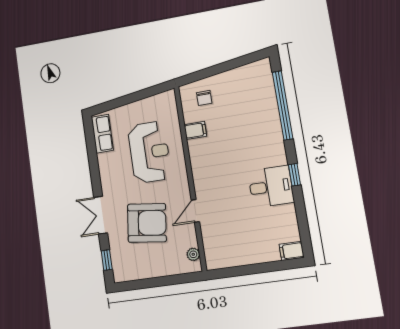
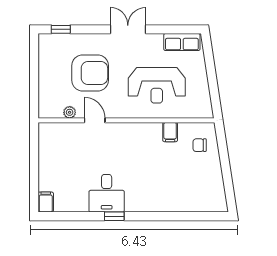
window: (283, 105) -> (180, 216), removed
double door: (101, 215) -> (128, 29), moved
armchair: (147, 223) -> (90, 73), turned -97
plant: (193, 254) -> (70, 112), moved

